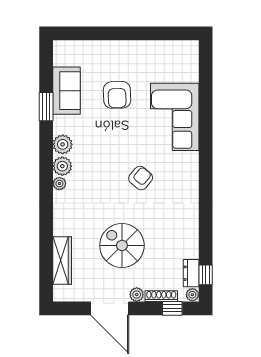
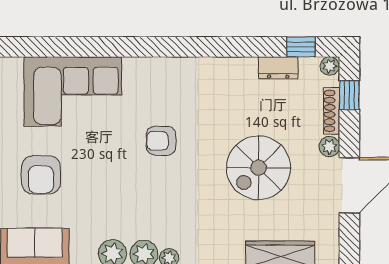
armchair: (117, 95) -> (41, 175), turned 92
armchair: (141, 178) -> (161, 141), turned -40
dresser: (191, 273) -> (278, 68), moved

